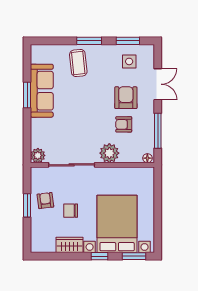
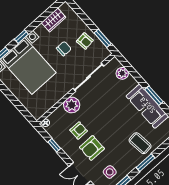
armchair: (126, 98) -> (92, 148), turned 90
window: (158, 131) -> (54, 145), width x0.46
plant: (38, 155) -> (122, 73), moved
window: (27, 205) -> (103, 38), moved
wardrobe: (70, 245) -> (54, 20), moved

